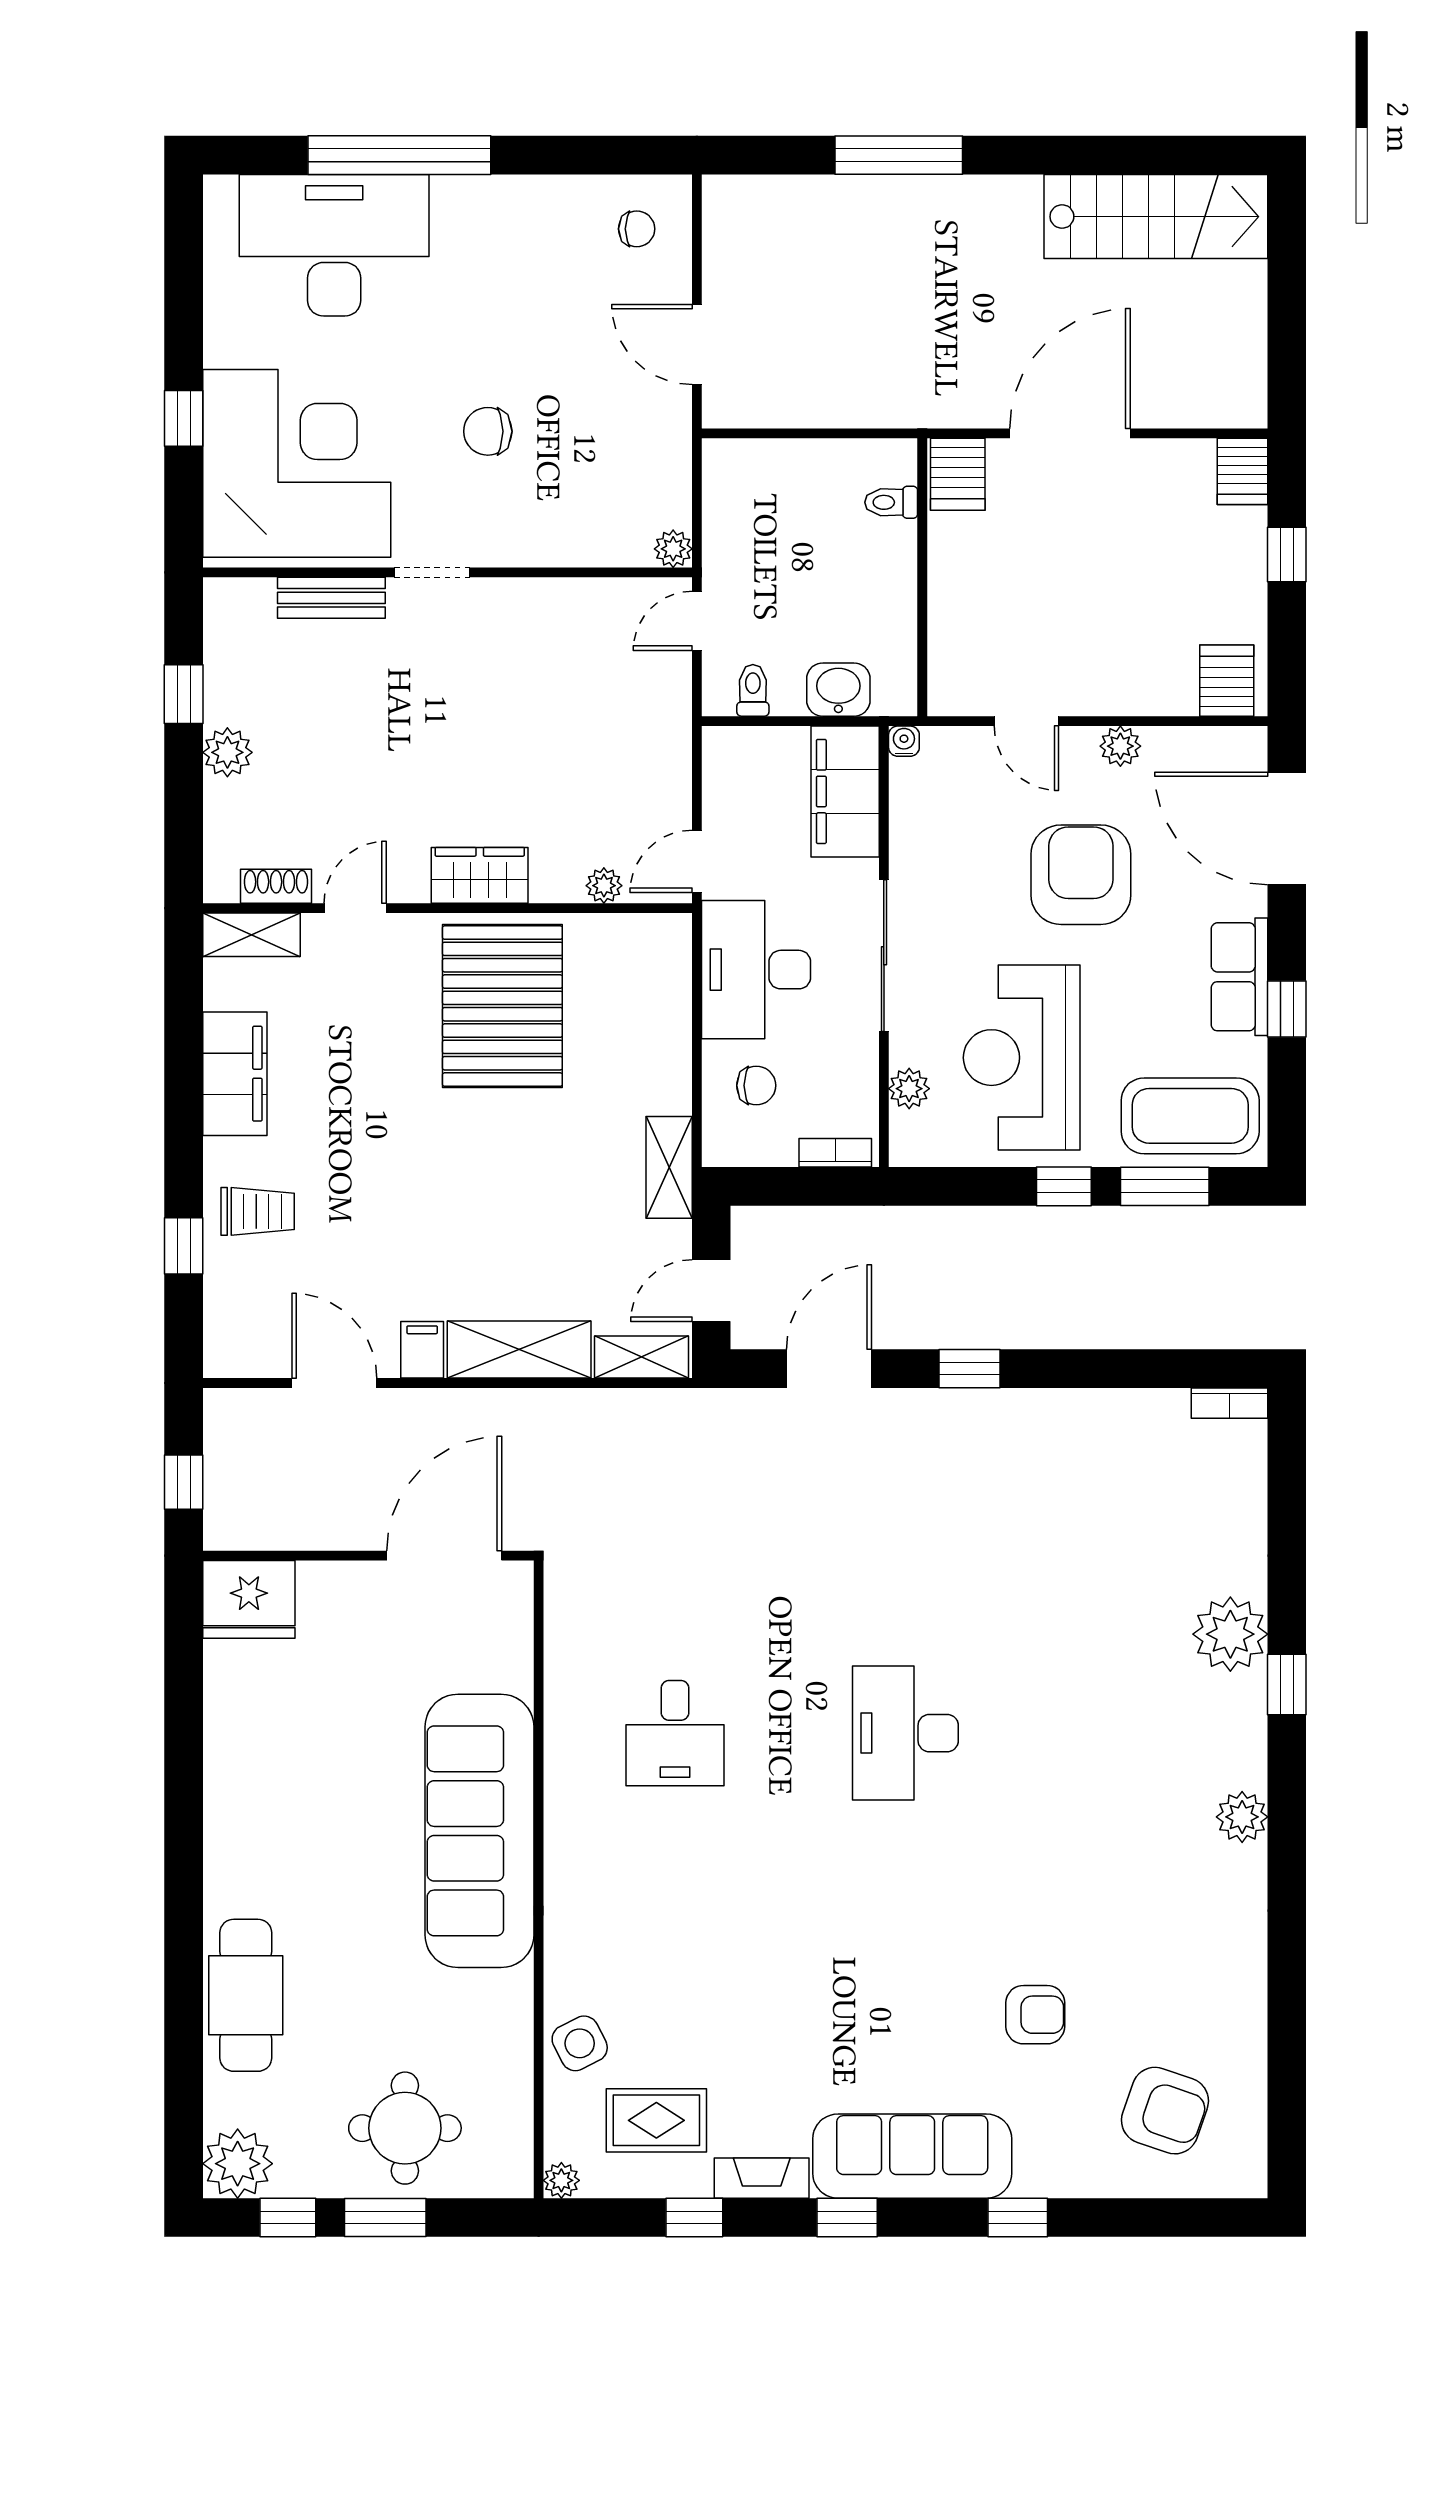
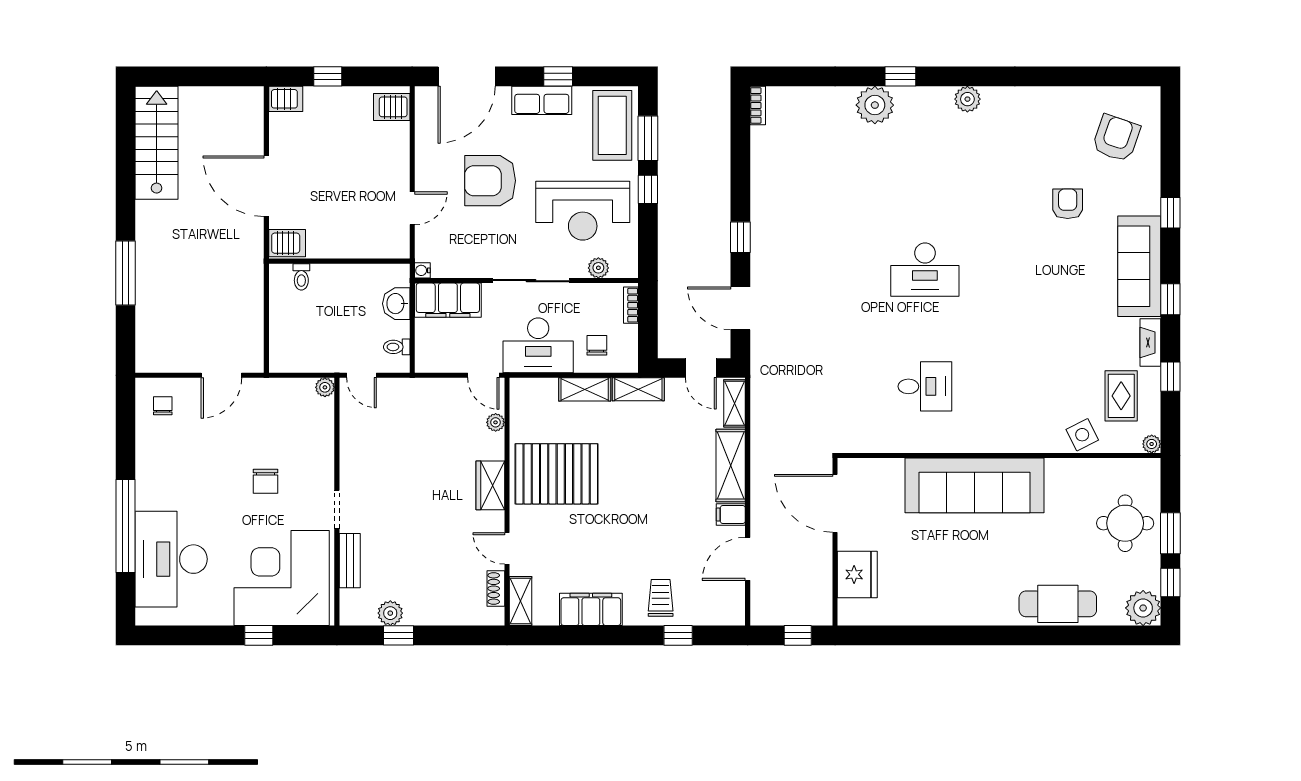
plant: (1120, 746) -> (425, 161), removed
plant: (227, 752) -> (390, 613), moved
shelving: (669, 1061) -> (585, 389), added
fridge: (249, 1599) -> (857, 574), moved

